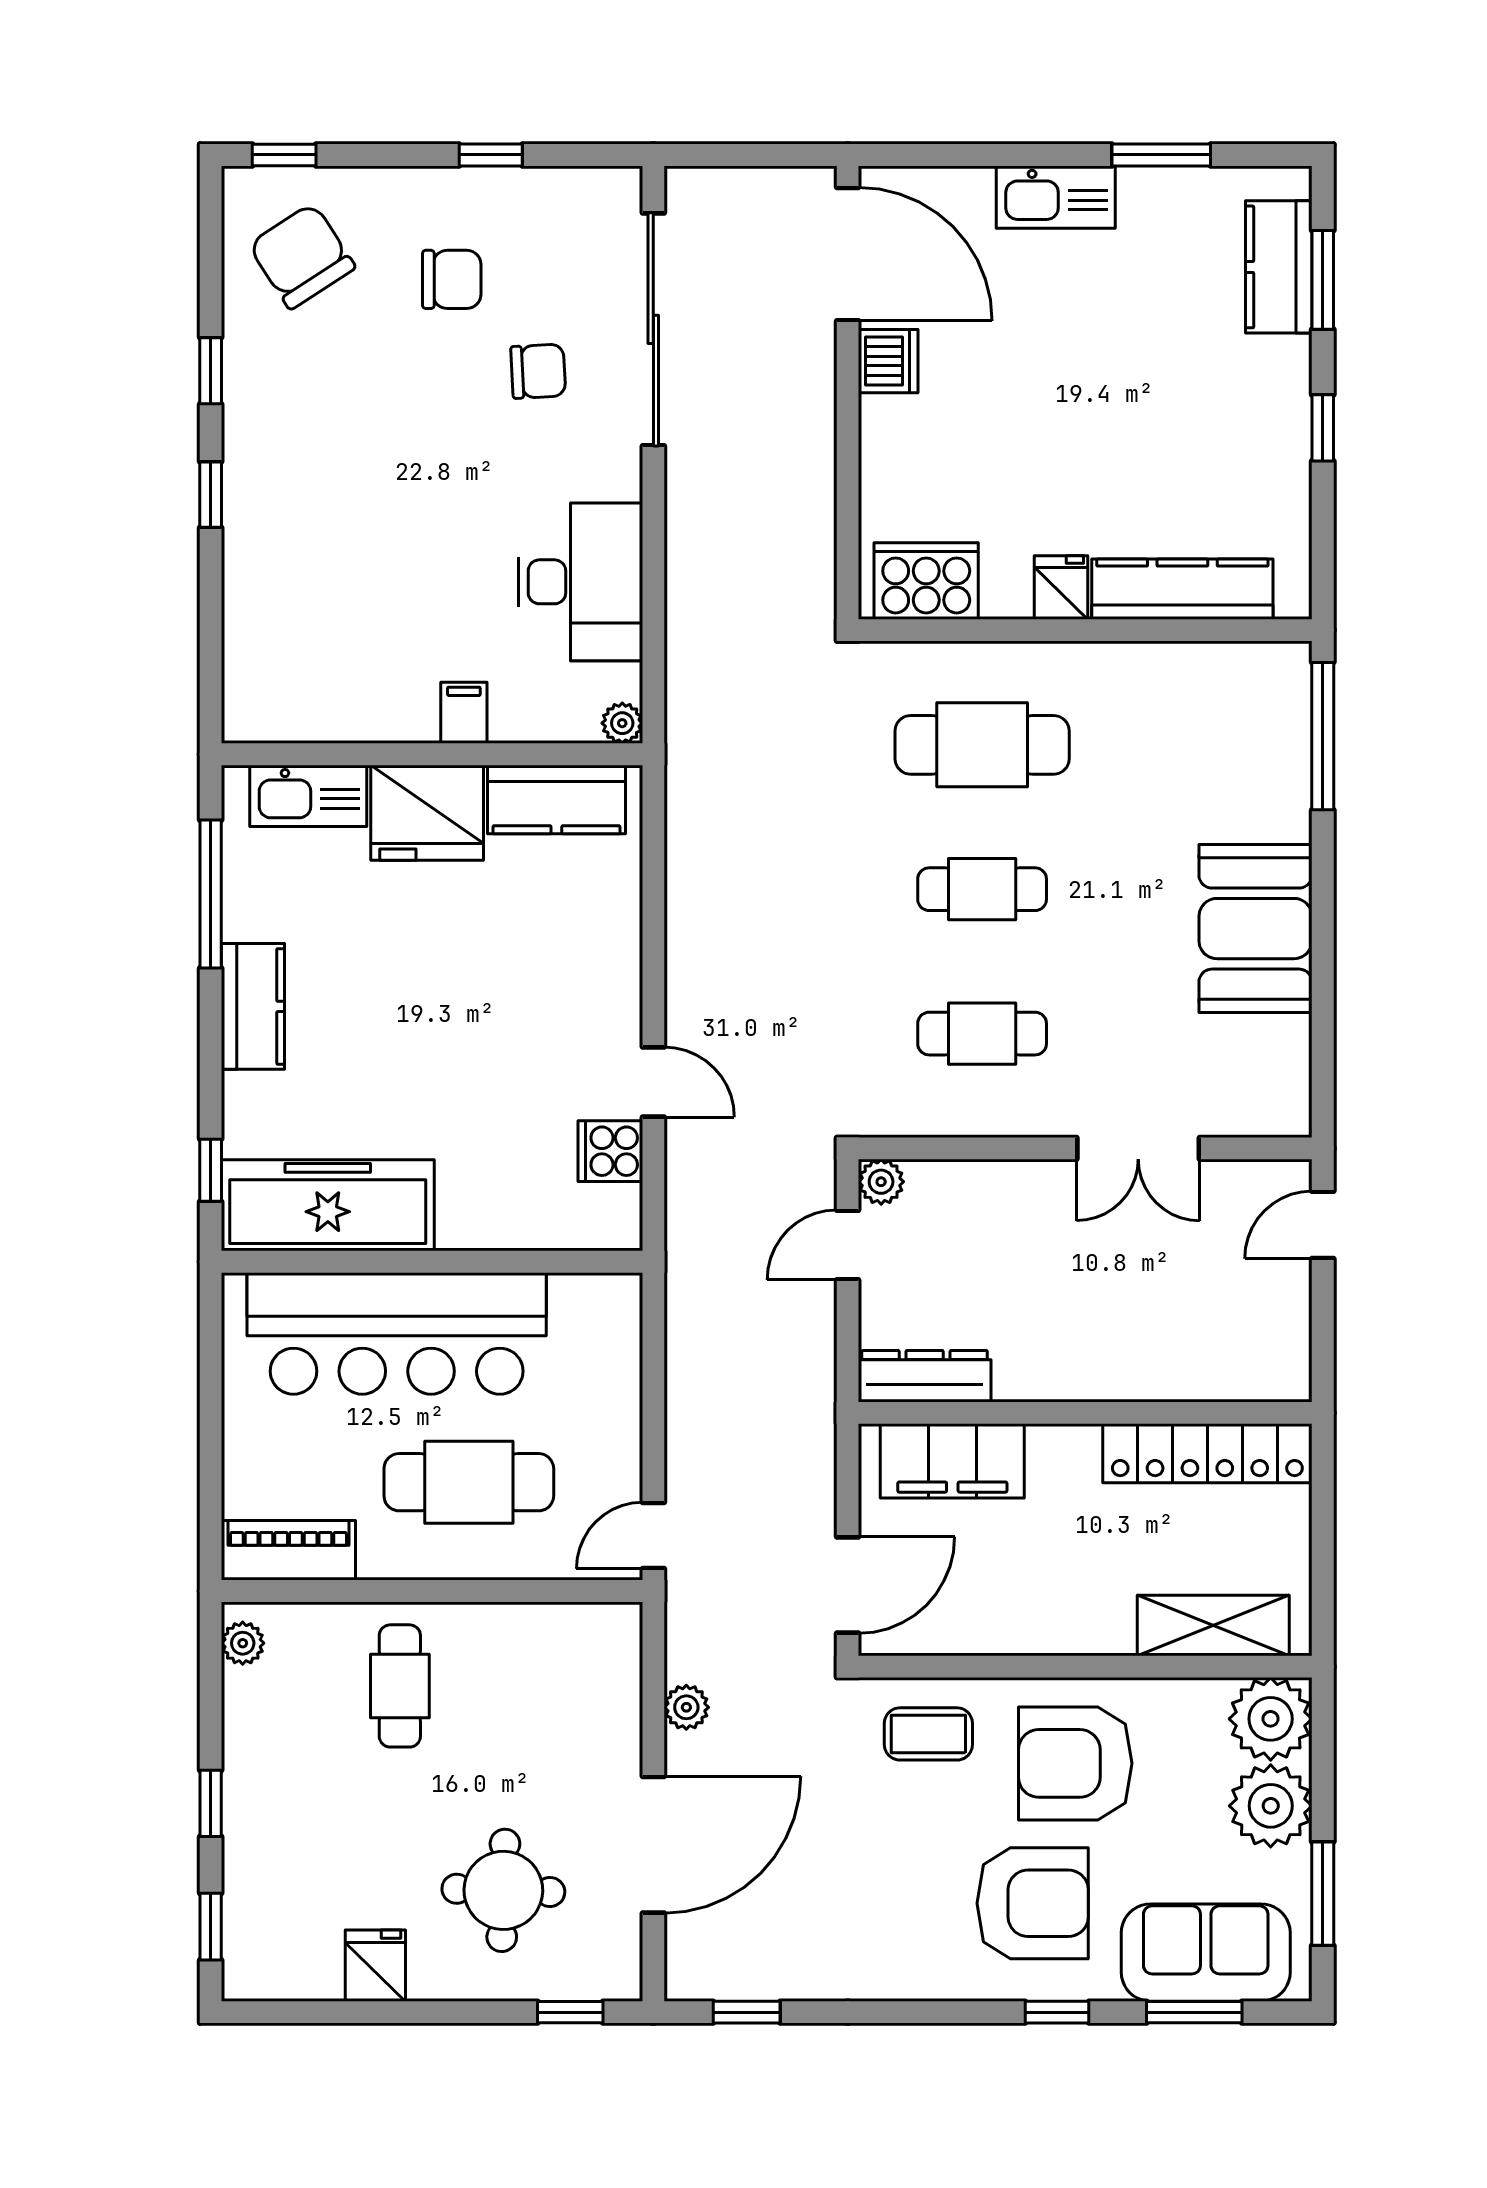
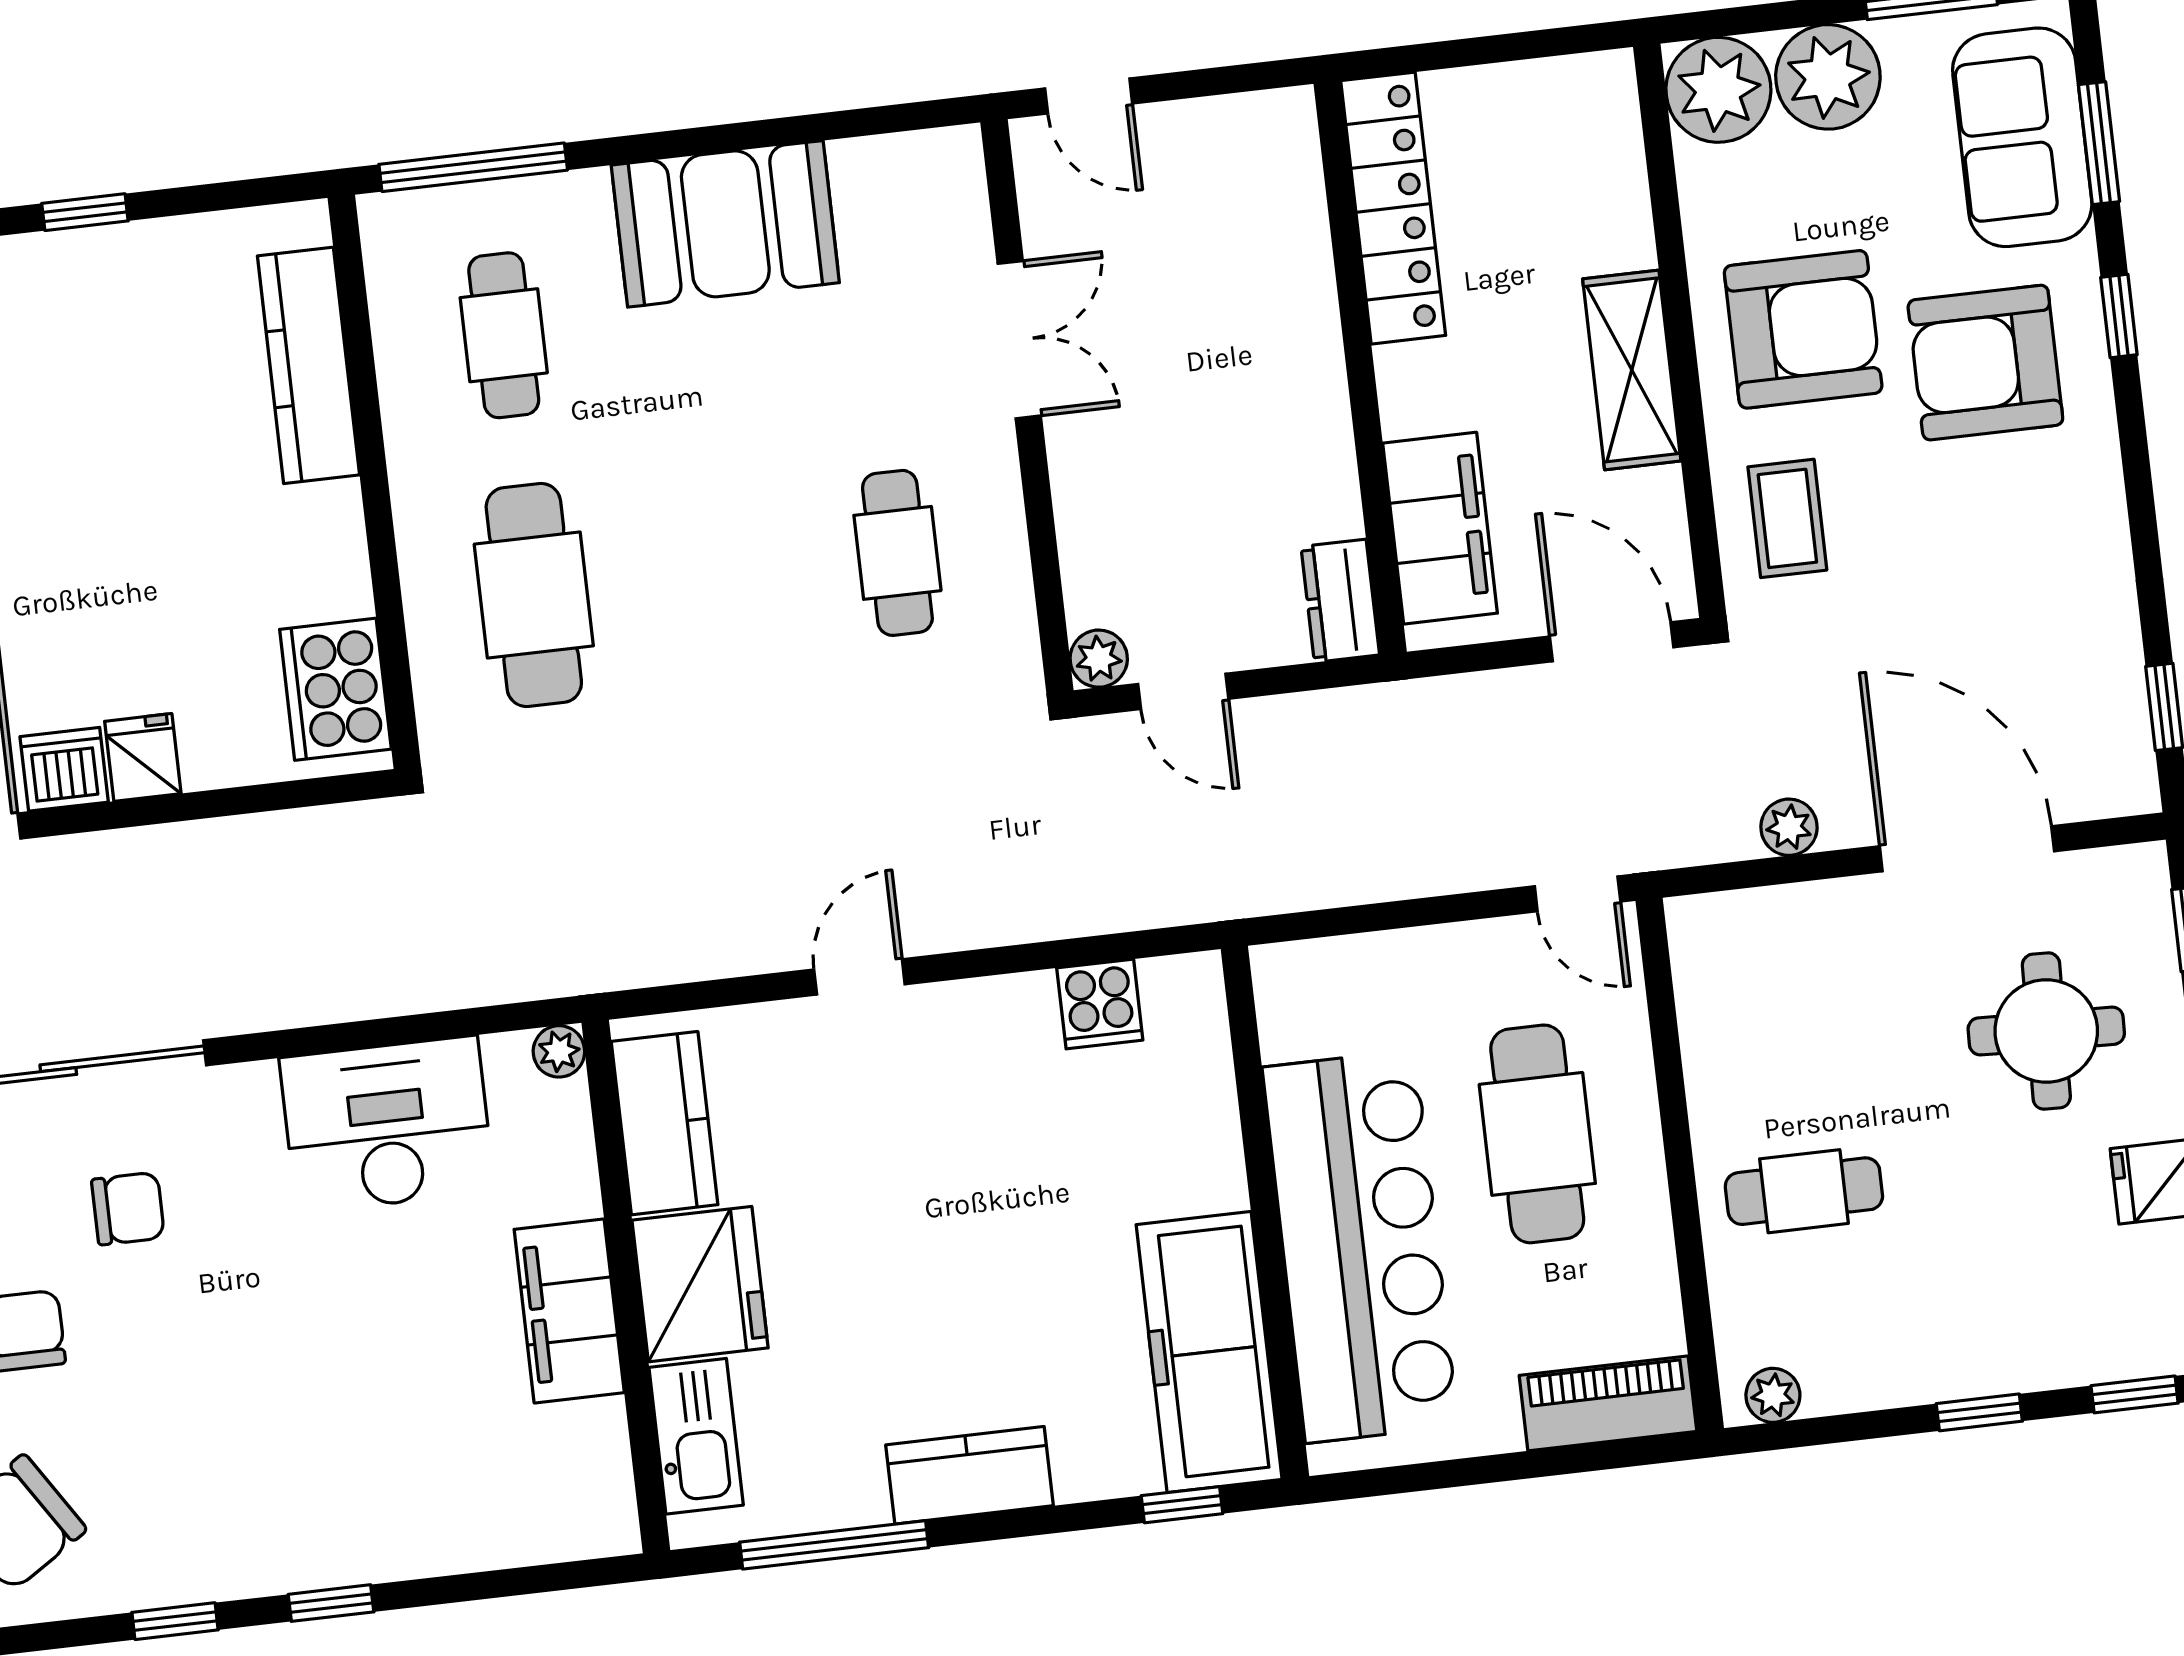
chair: (538, 371) -> (128, 1209), turned 93
fridge: (1061, 587) -> (143, 757), moved, turned 90
filing cabinet: (464, 713) -> (569, 1311), width x3.00, depth x1.17
cafe table: (982, 889) -> (504, 335), moved
door: (653, 1082) -> (859, 977), moved
dresser: (925, 1376) -> (1340, 601), width x0.70
piano: (288, 1550) -> (1608, 1403), moved, turned 90
shelving: (1213, 1626) -> (1632, 370), moved
armchair: (1075, 1763) -> (1803, 329), turned -90
armchair: (1033, 1903) -> (1985, 363), turned -90

